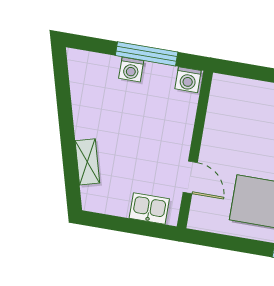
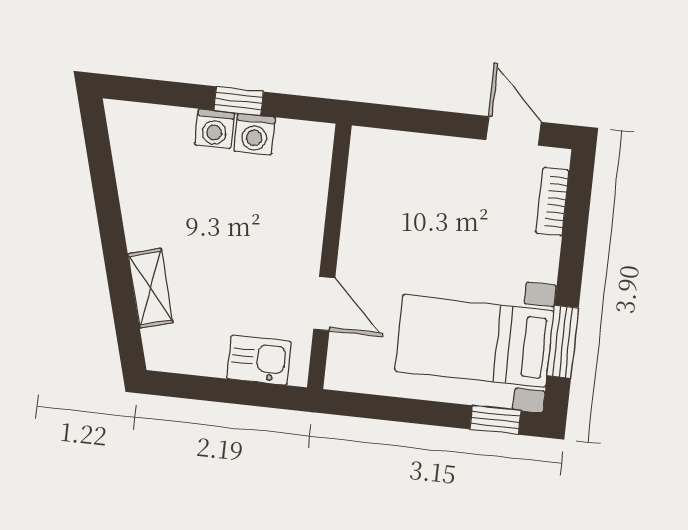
window: (147, 54) -> (239, 101), width x0.46
washing machine: (188, 80) -> (255, 134), moved

